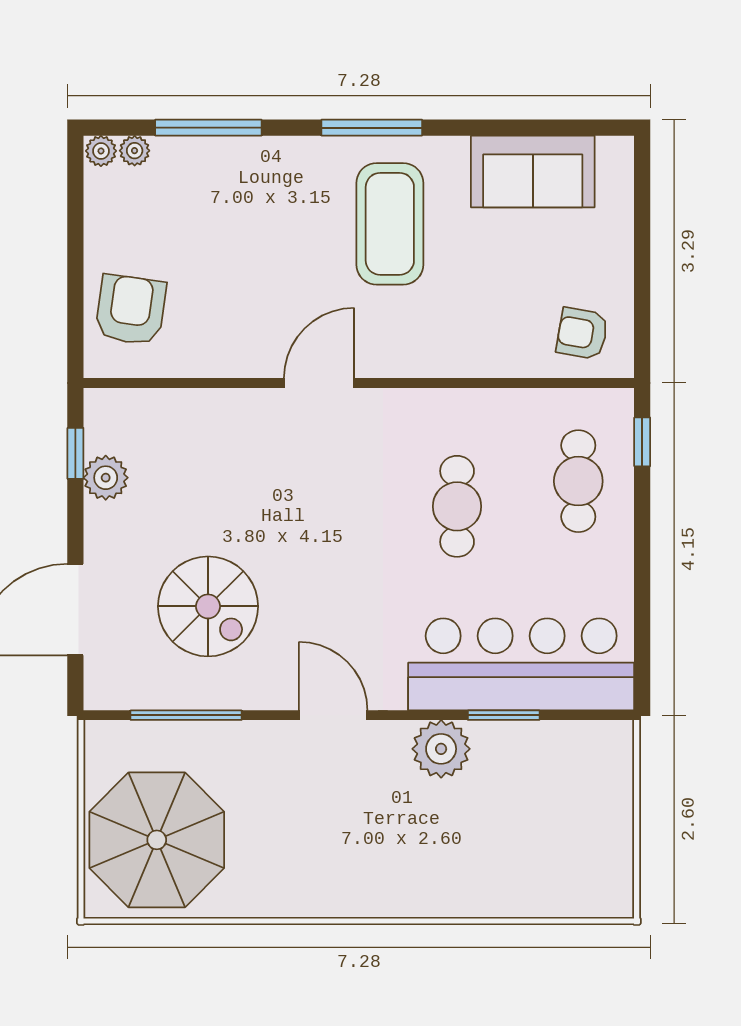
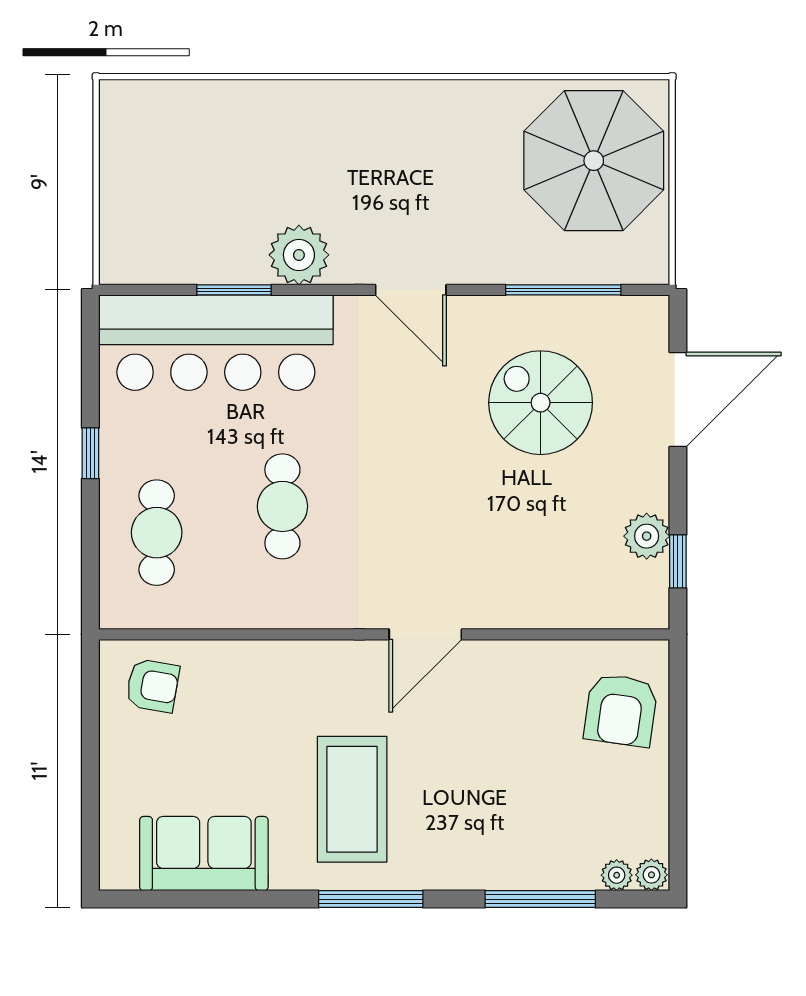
window: (642, 442) -> (90, 453), moved

